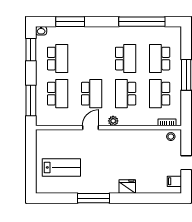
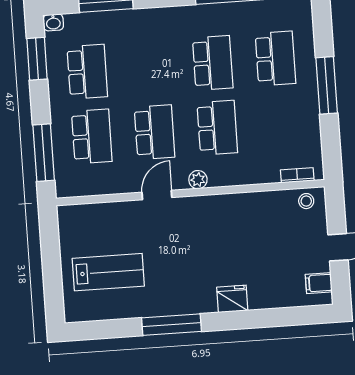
school desk: (160, 59) -> (275, 58), turned 180
school desk: (126, 94) -> (217, 128), turned 180
school desk: (160, 94) -> (280, 123), removed

